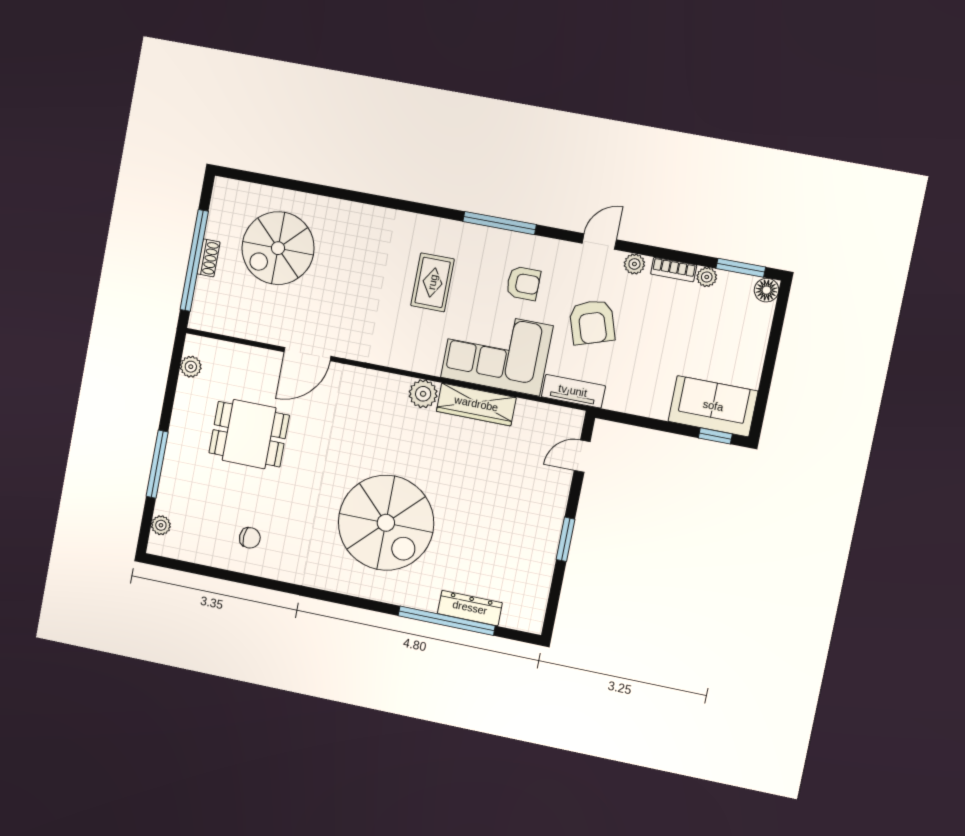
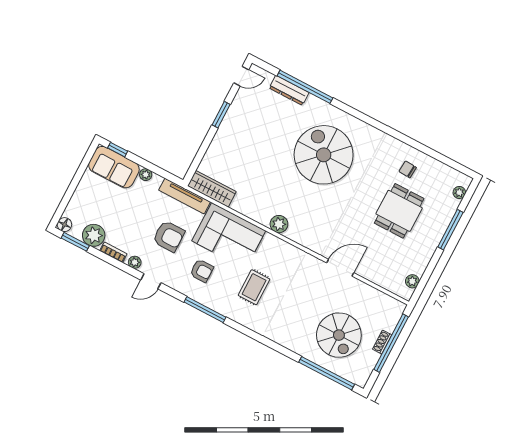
window: (279, 182) -> (327, 373), added
spiral stairs: (278, 248) -> (339, 335), turned 90
plant: (707, 277) -> (94, 235), width x1.87, depth x1.87
armchair: (523, 283) -> (202, 271), turned 180
armchair: (592, 322) -> (169, 236), turned 108
tv unit: (573, 391) -> (185, 196), width x1.41
wardrobe: (476, 404) -> (212, 189), moved
plant: (658, 409) -> (146, 175), added
dining table: (249, 434) -> (399, 211), moved, turned 90
door: (582, 456) -> (241, 76), moved

